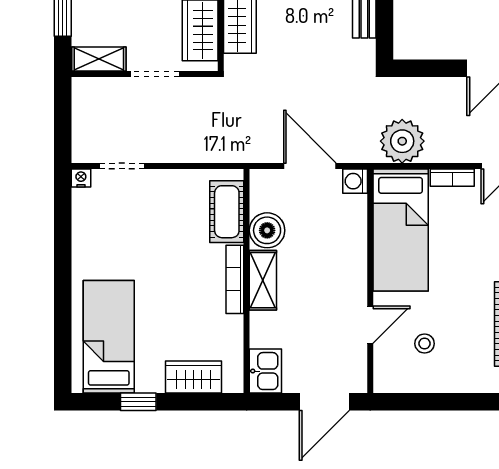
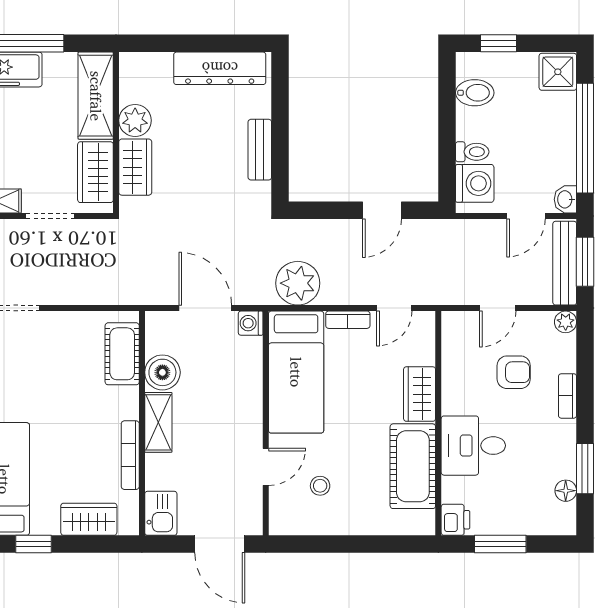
bookcase: (235, 279) -> (130, 455), moved
door: (324, 402) -> (220, 544), hinge flipped

